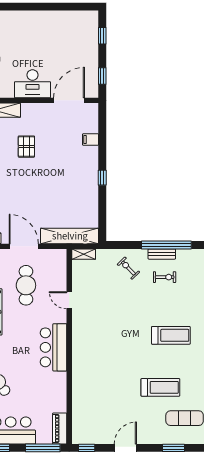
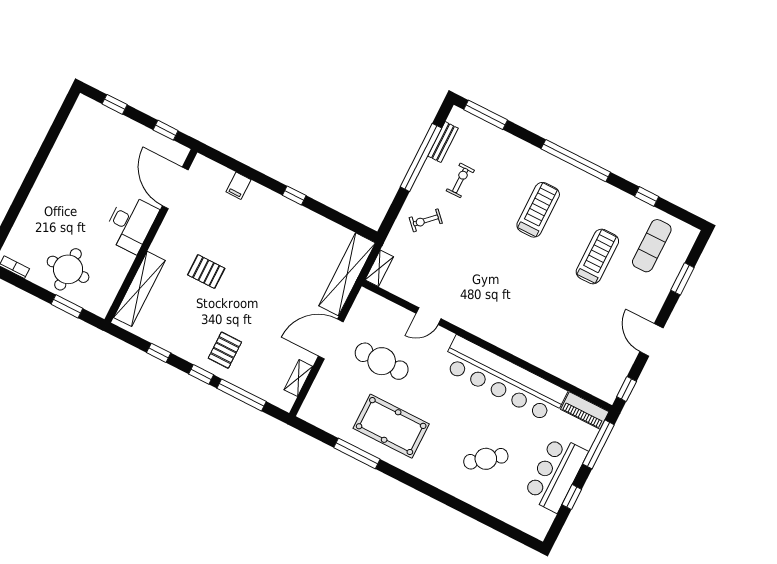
bench: (162, 254) -> (443, 142), moved
bar counter: (54, 347) -> (504, 379), width x1.86

